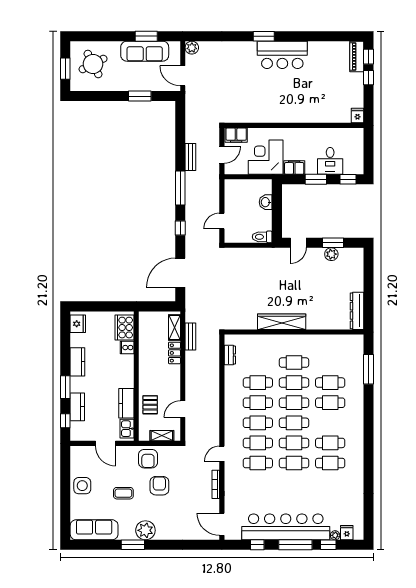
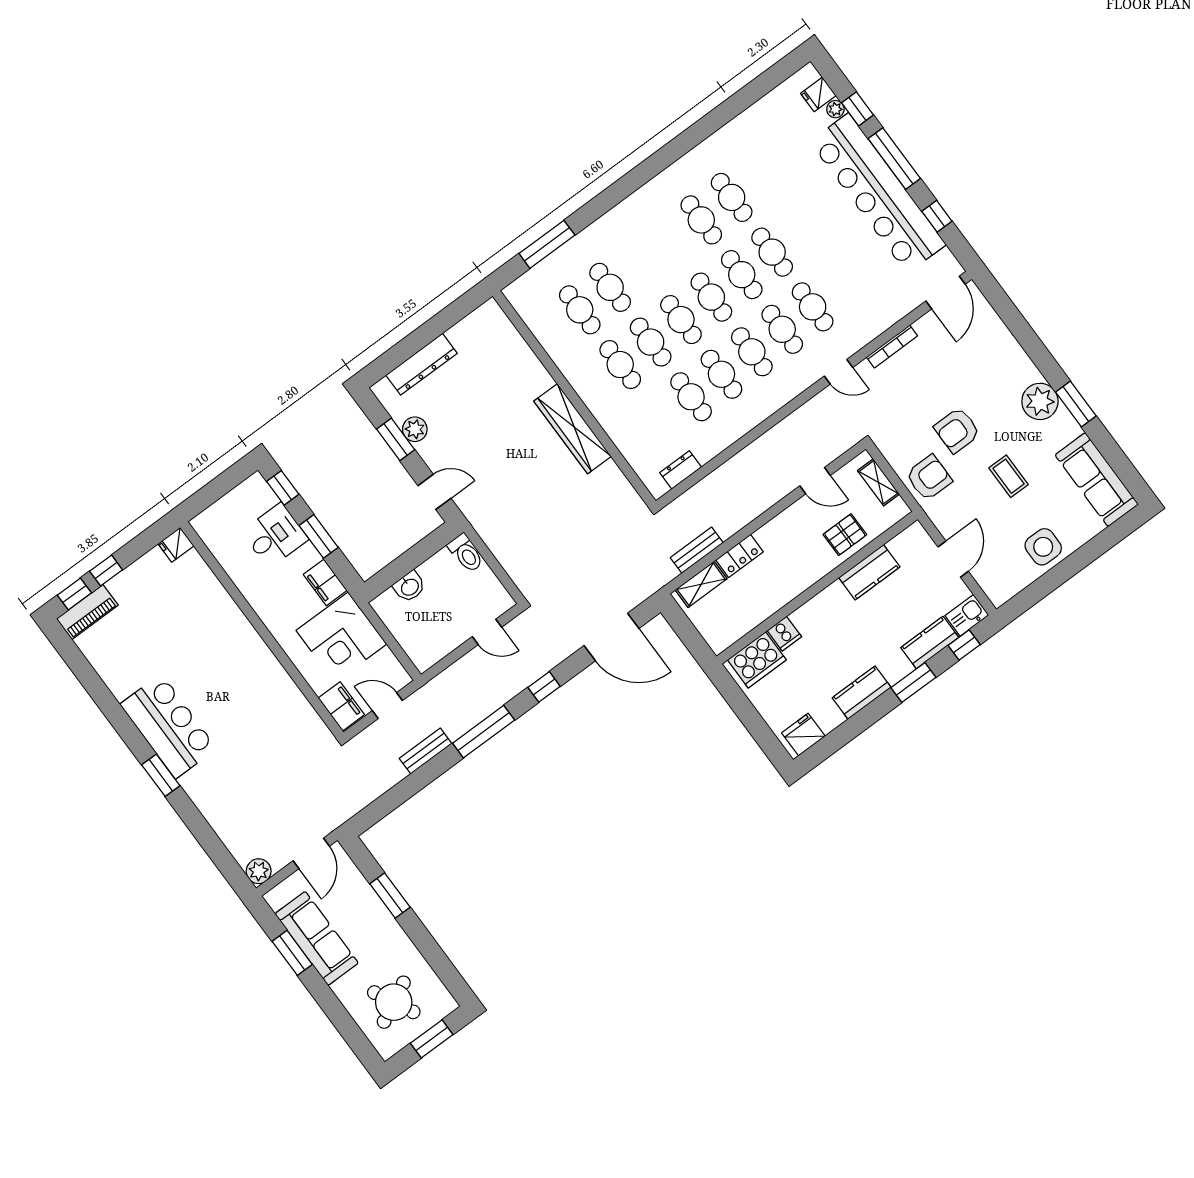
dresser: (357, 311) -> (422, 364), moved
cafe table: (330, 403) -> (580, 310), moved
kitchen sink: (127, 429) -> (967, 615), moved, turned 180

